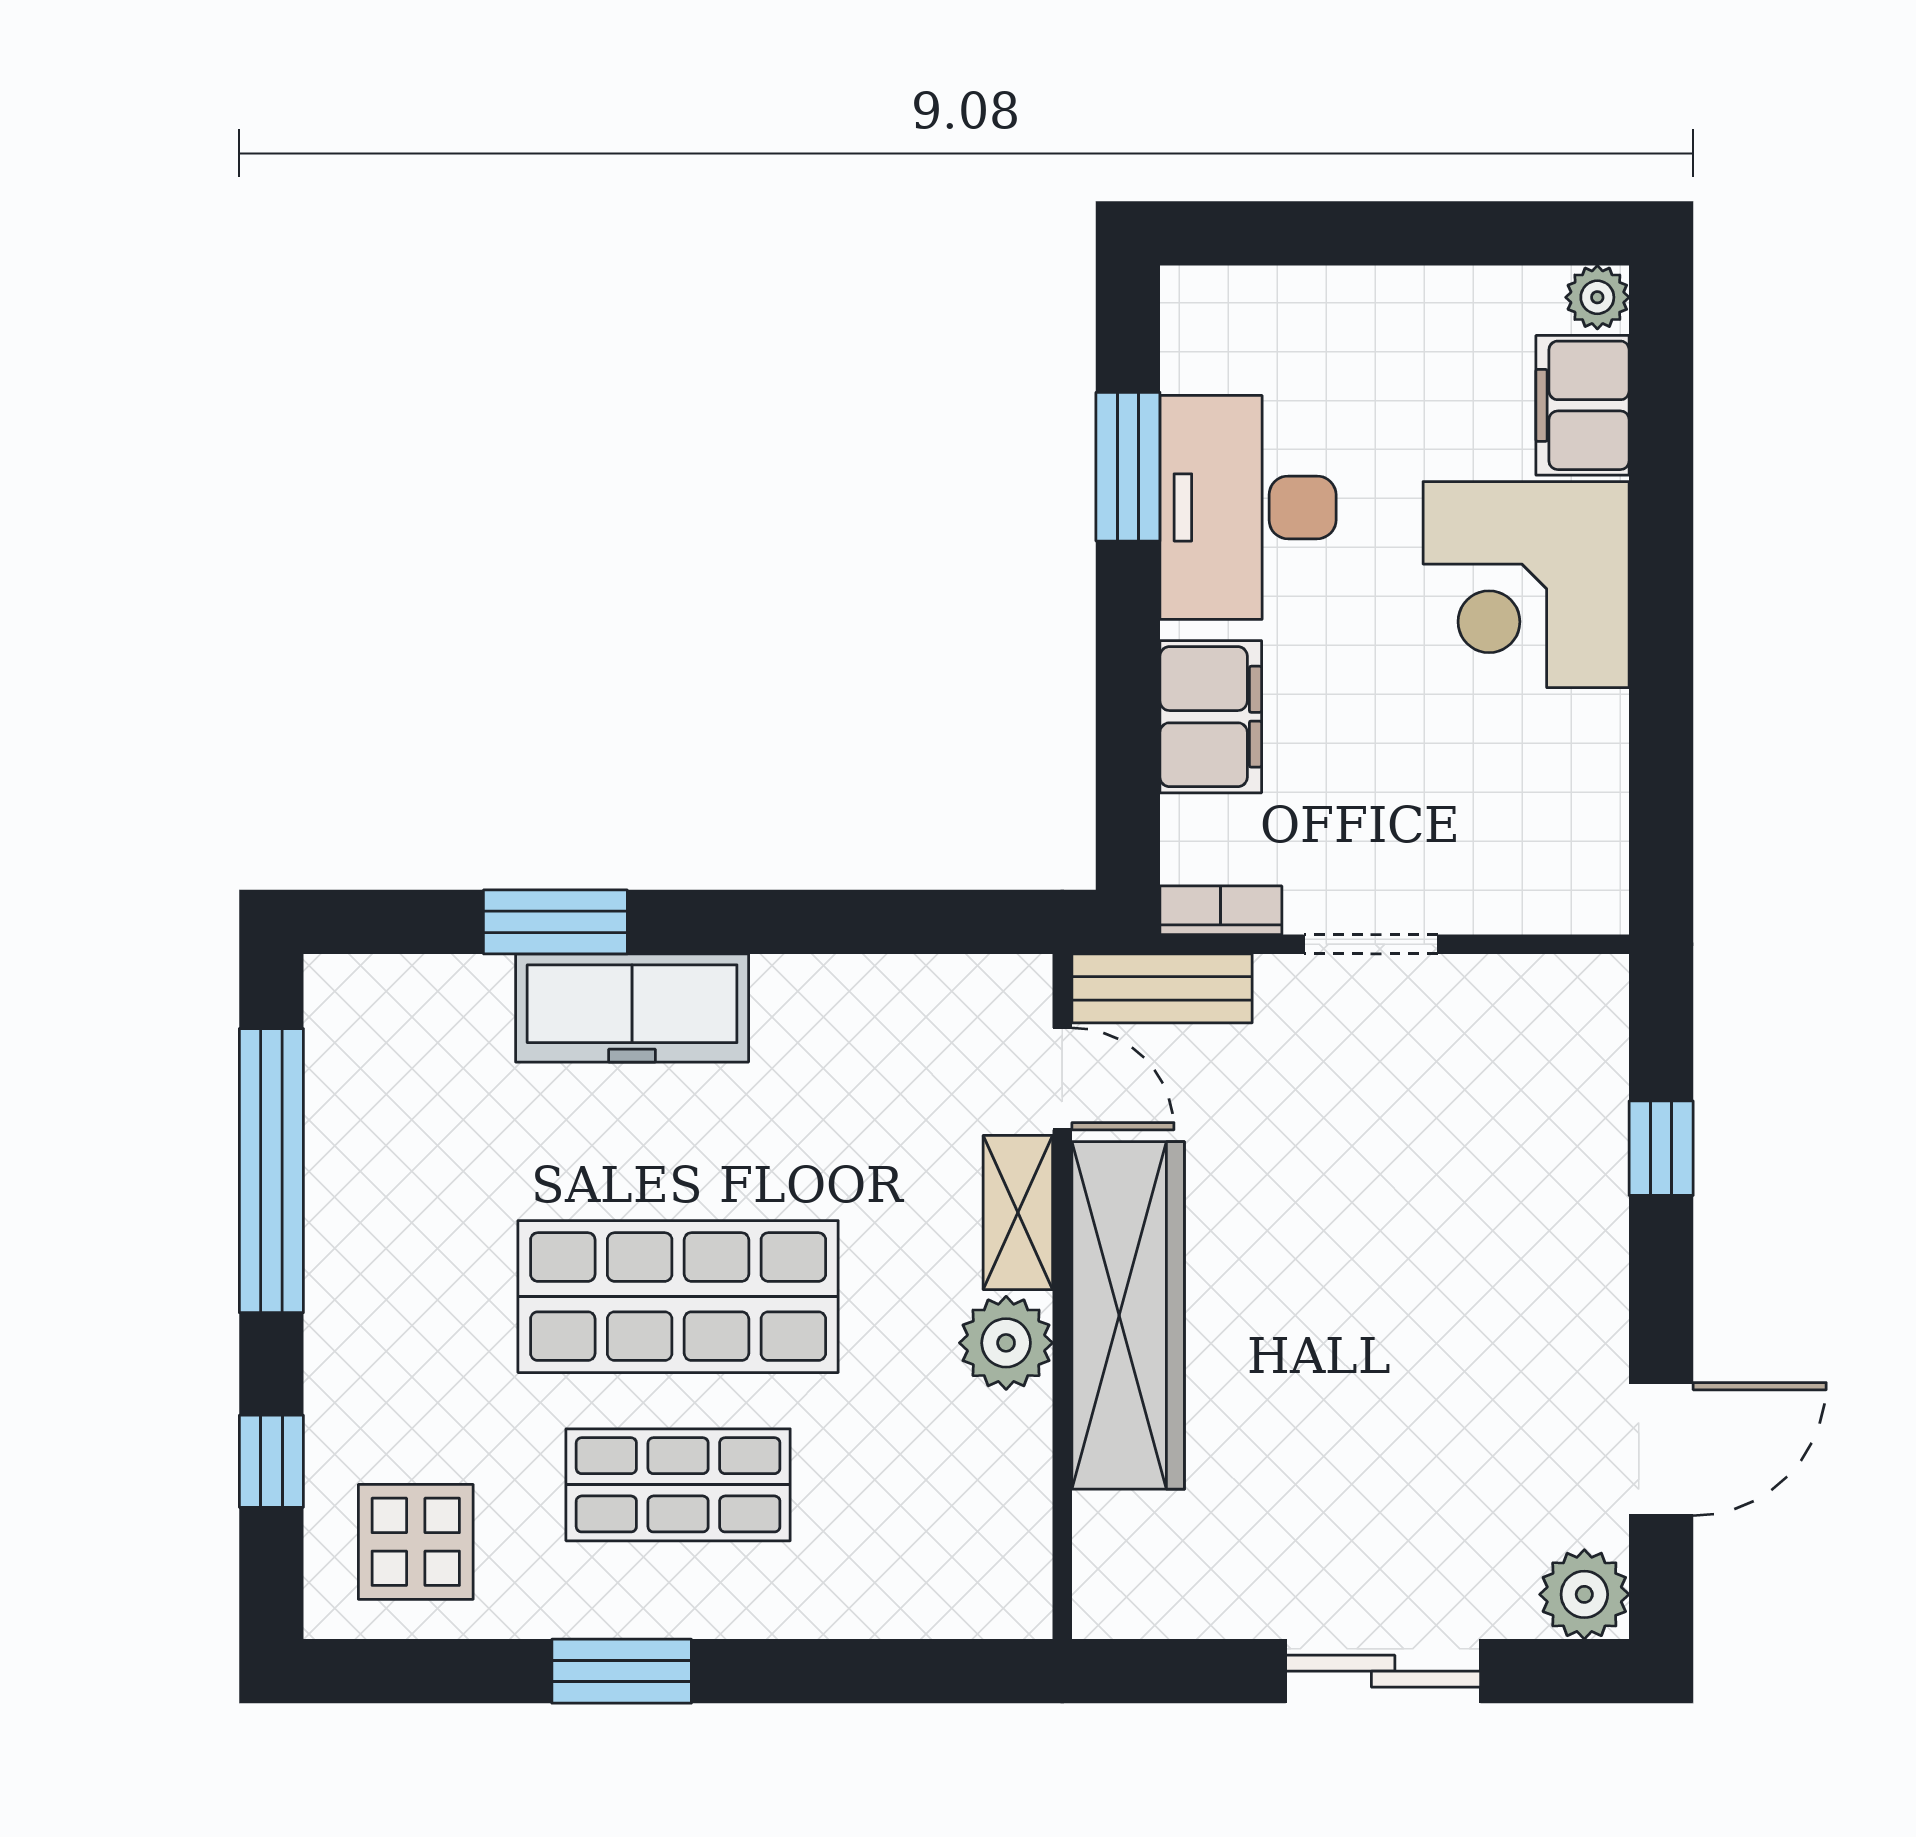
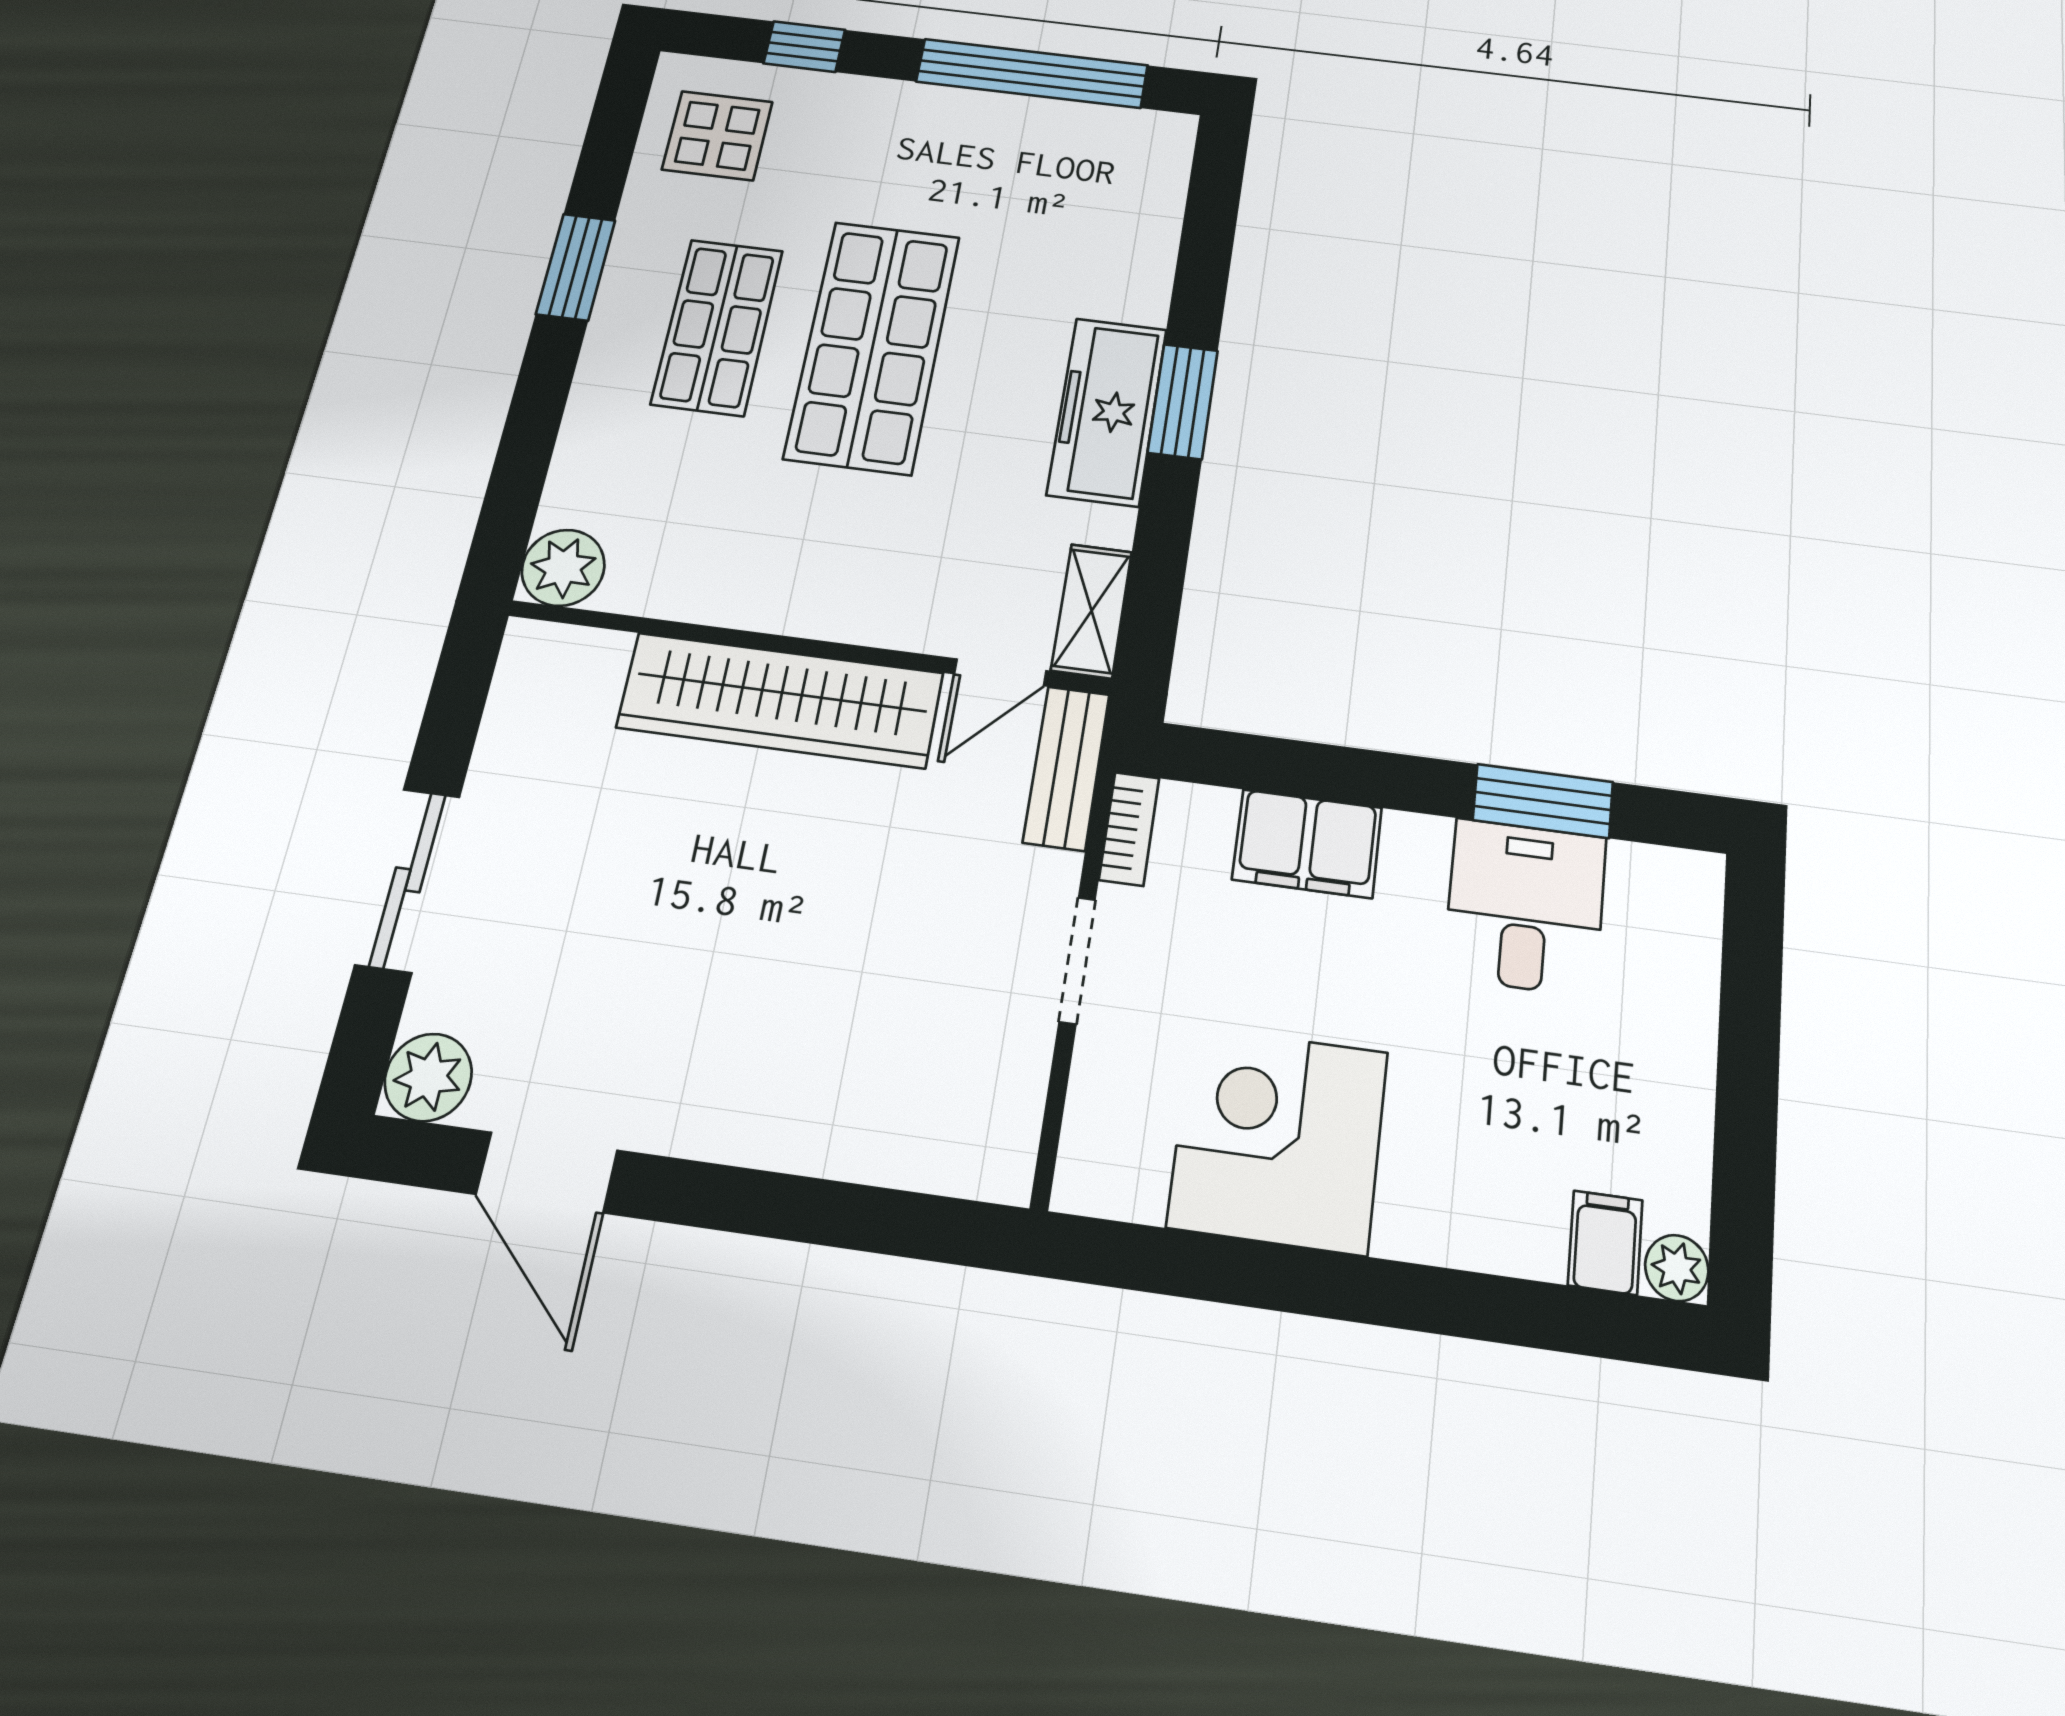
filing cabinet: (1583, 405) -> (1605, 1243), width x0.50
desk: (1248, 507) -> (1525, 907), width x0.73
corner desk: (1526, 585) -> (1278, 1139), moved
window: (555, 922) -> (1183, 401), moved
freezer: (632, 1008) -> (1107, 411), moved
window: (1661, 1148) -> (836, 1214), removed
shelving: (1018, 1213) -> (1092, 611), moved, turned 90
plant: (1006, 1343) -> (563, 568), moved

